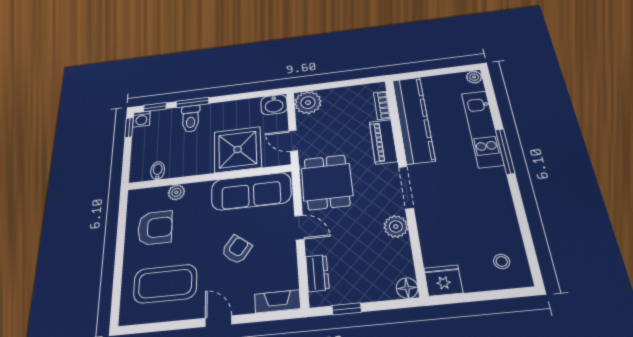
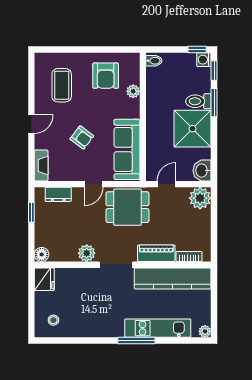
shower: (238, 150) -> (193, 129), moved
bidet: (158, 171) -> (154, 61), moved
coffee table: (165, 284) -> (62, 85), width x0.73, depth x0.76

